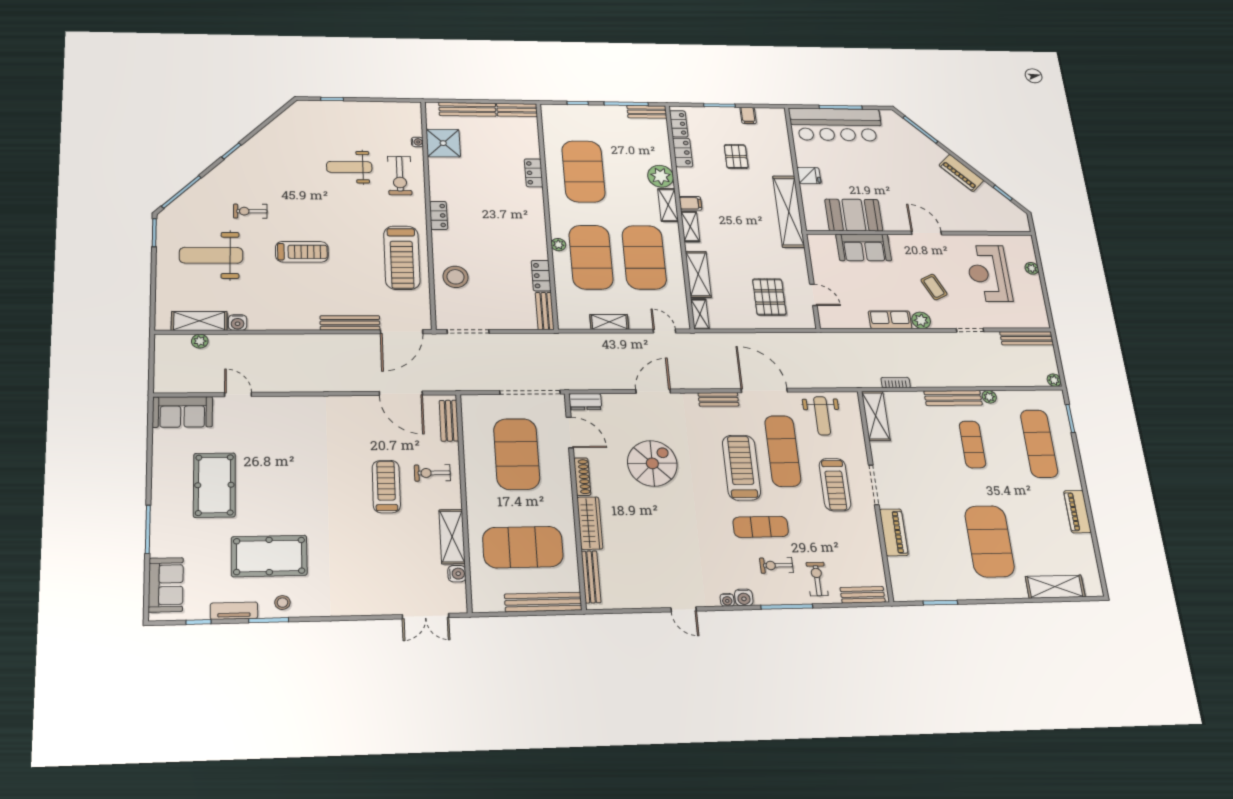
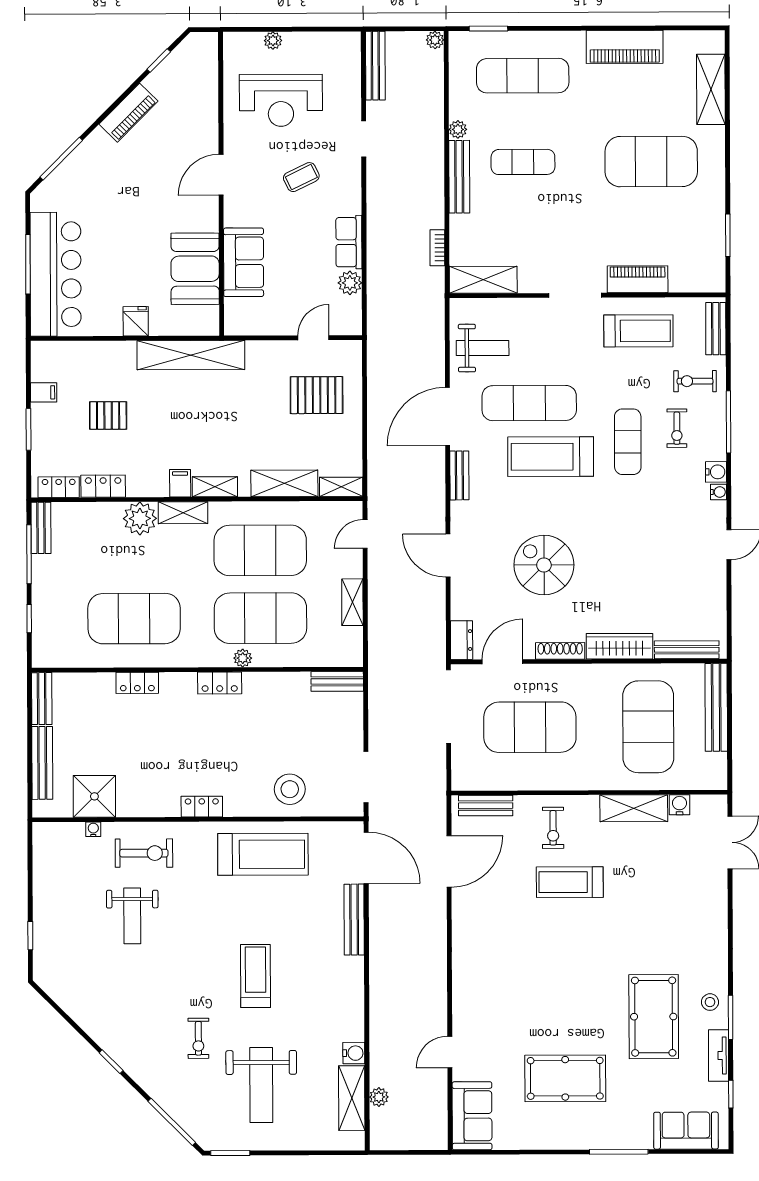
locker: (541, 276) -> (220, 683), moved
plant: (921, 320) -> (350, 283), moved
treadmill: (835, 485) -> (638, 331), moved
piano: (1077, 512) -> (625, 47), width x1.37, depth x1.33

